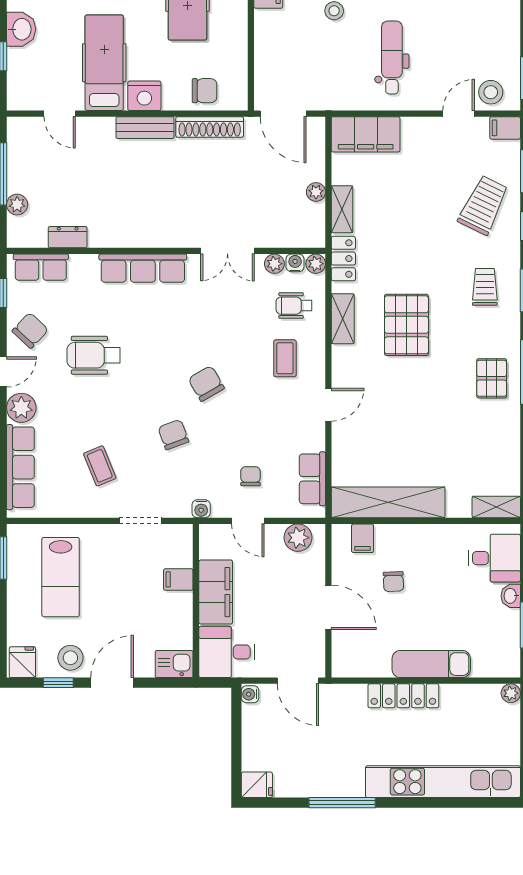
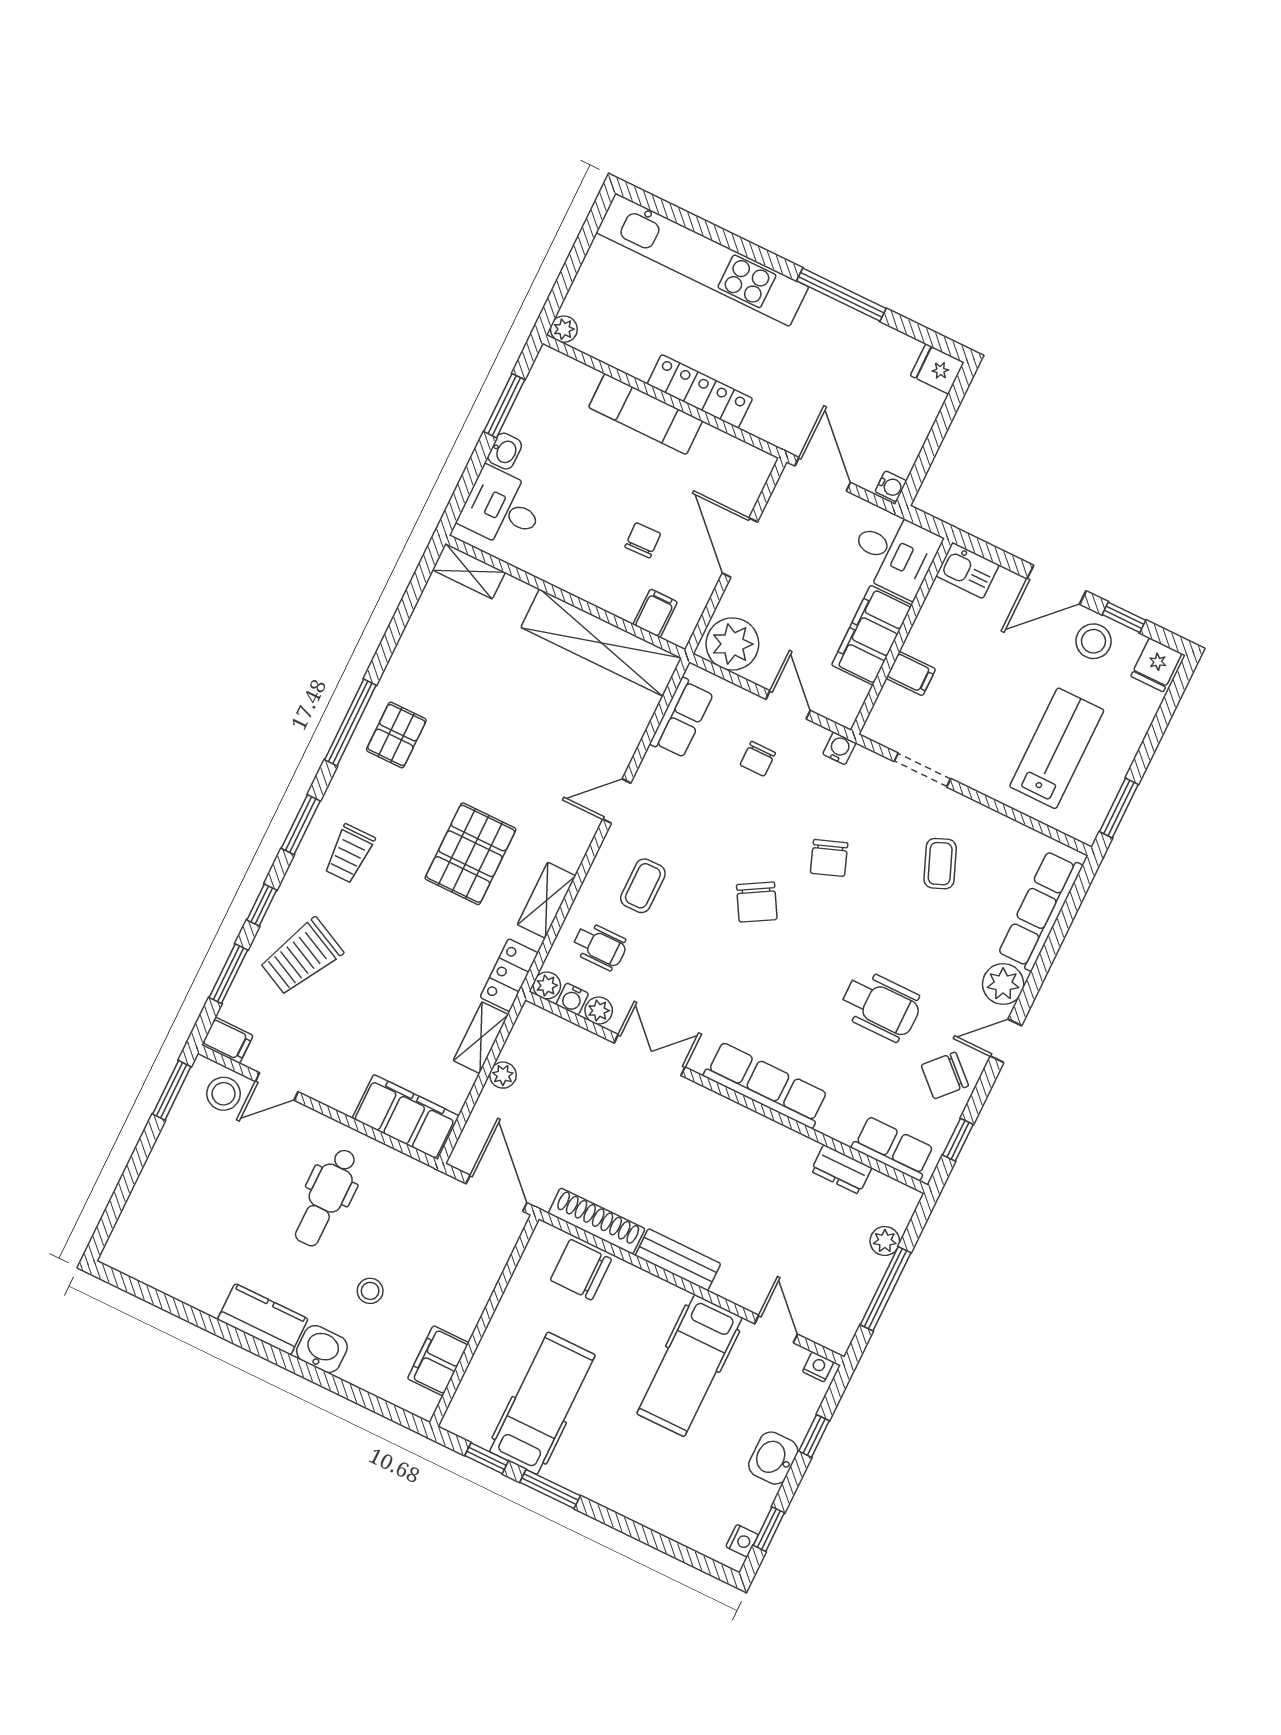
chair: (204, 91) -> (581, 1270), width x1.37, depth x1.37
nightstand: (144, 96) -> (818, 1367), moved, width x0.53, depth x0.56
plant: (298, 538) -> (732, 644), width x1.36, depth x1.36

